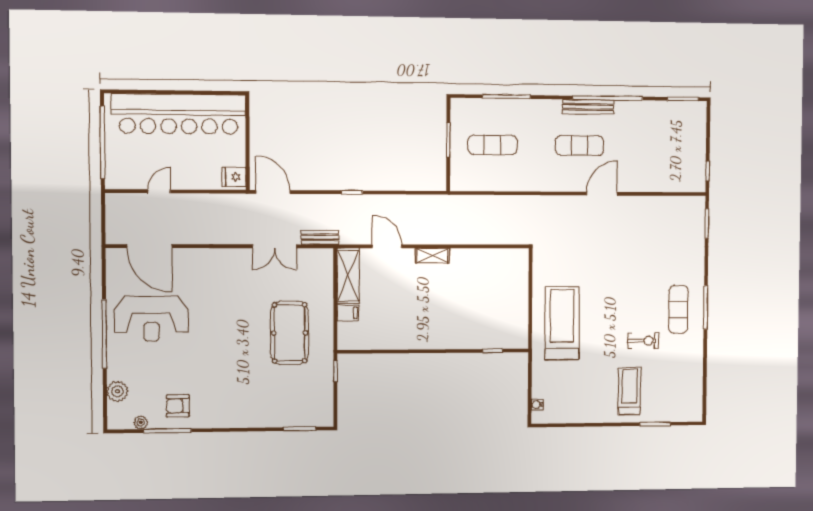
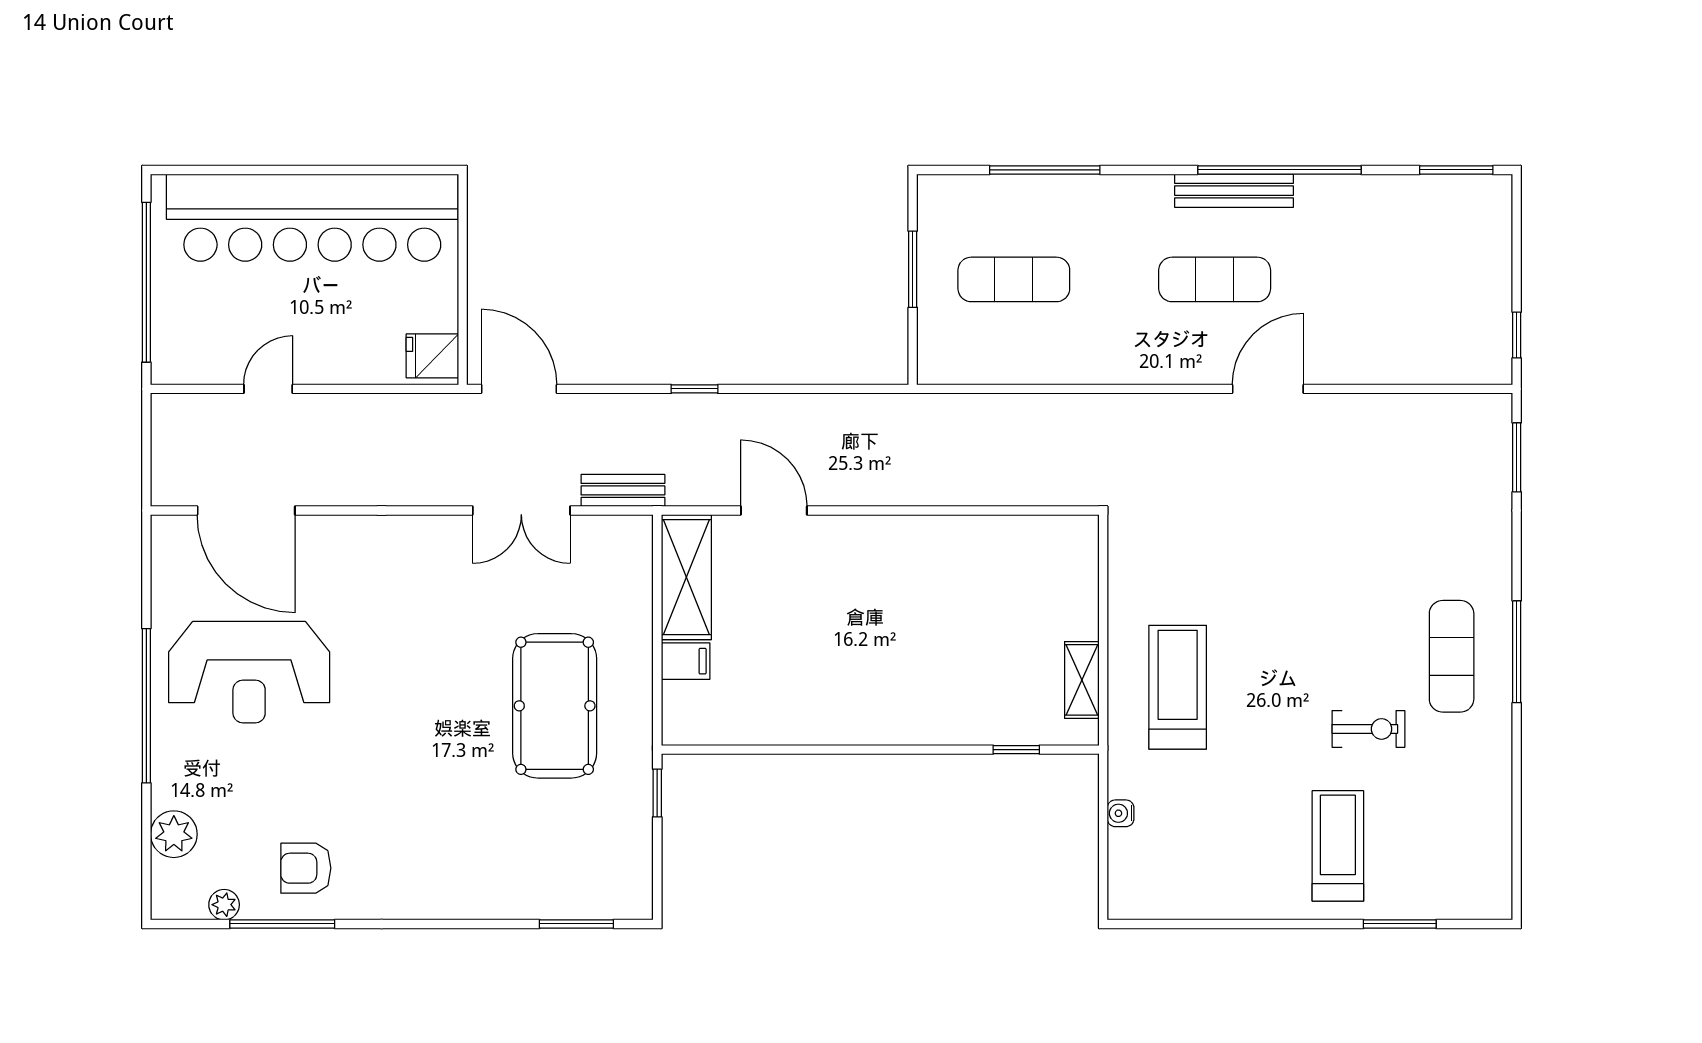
shelving: (432, 256) -> (1082, 680), moved, turned 90
treadmill: (562, 323) -> (1178, 687), width x0.73, depth x0.73
water cooler: (537, 405) -> (1121, 813), moved

